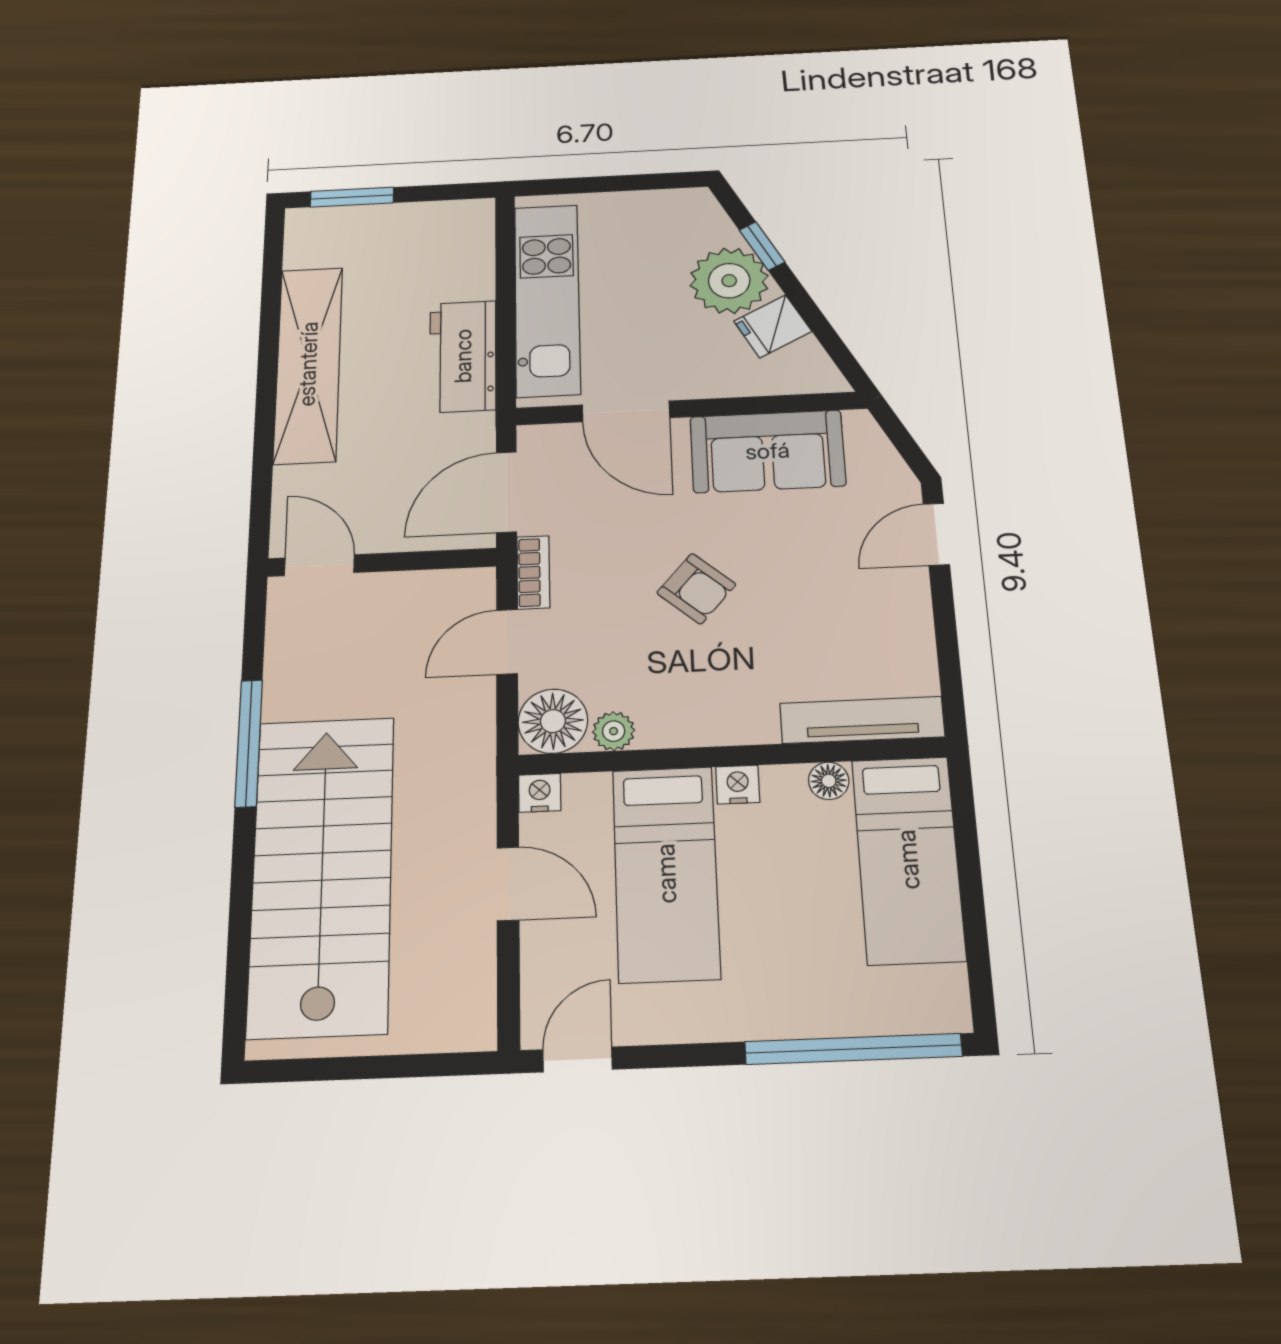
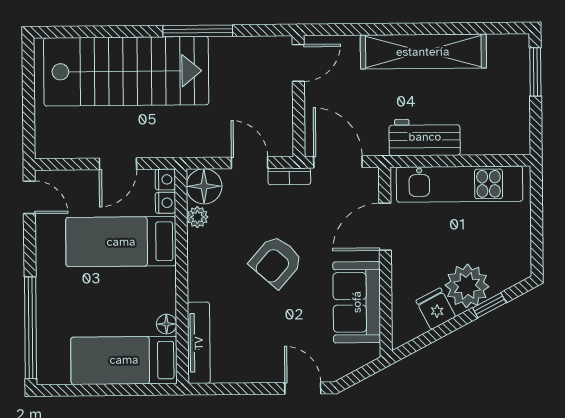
armchair: (696, 589) -> (276, 262), width x1.38, depth x1.38
nightstand: (738, 785) -> (165, 203), moved

